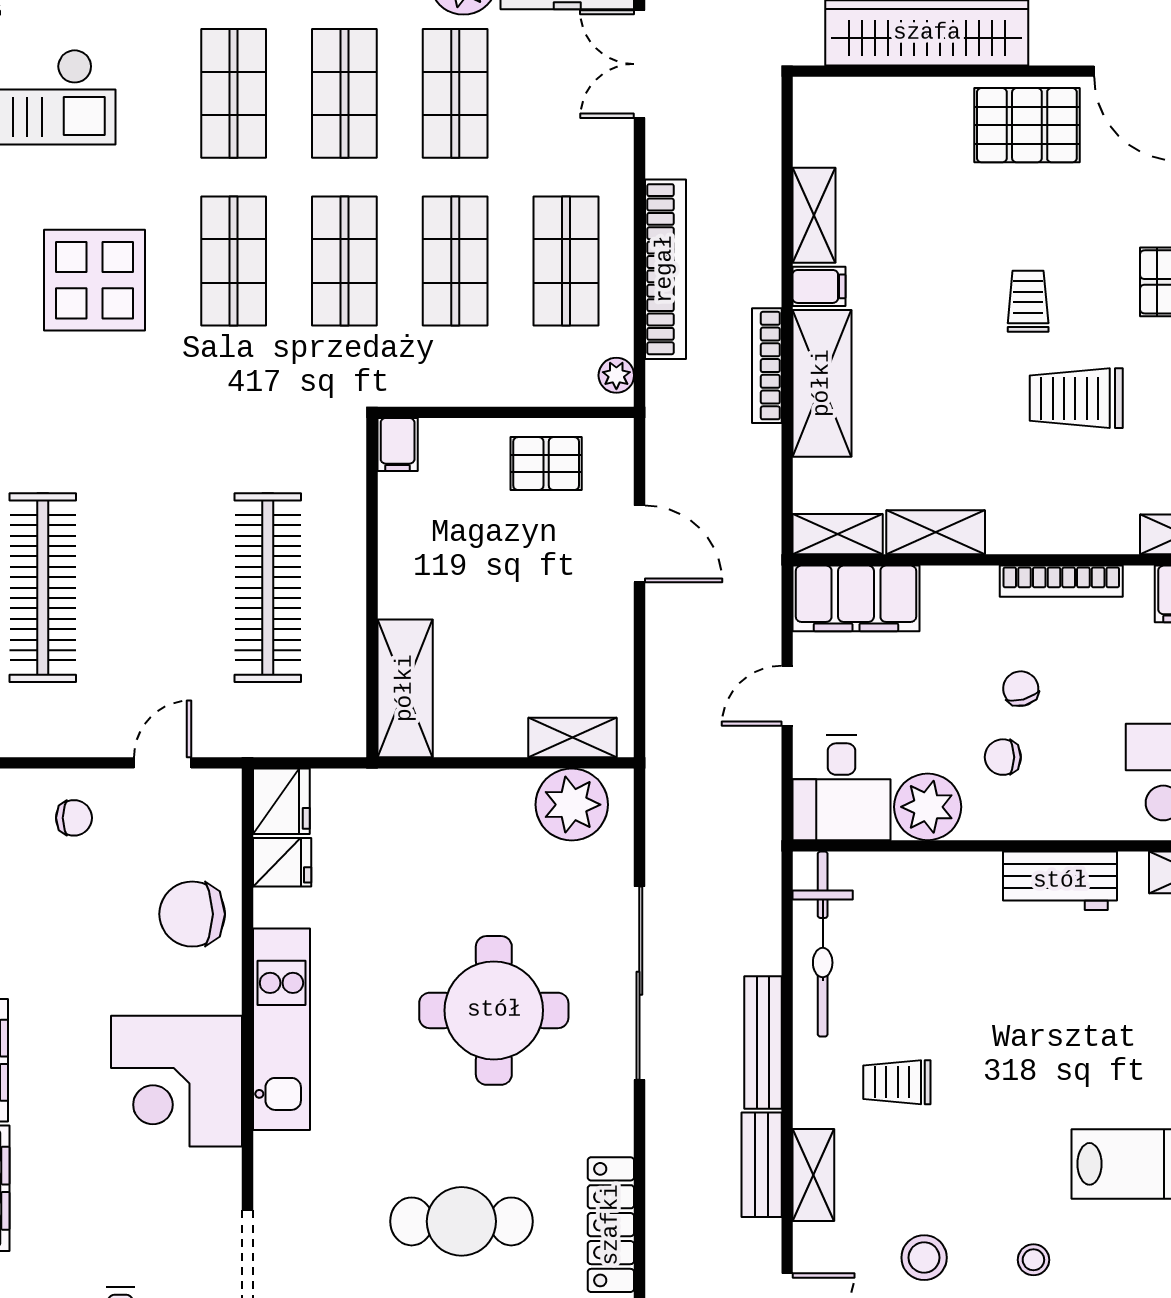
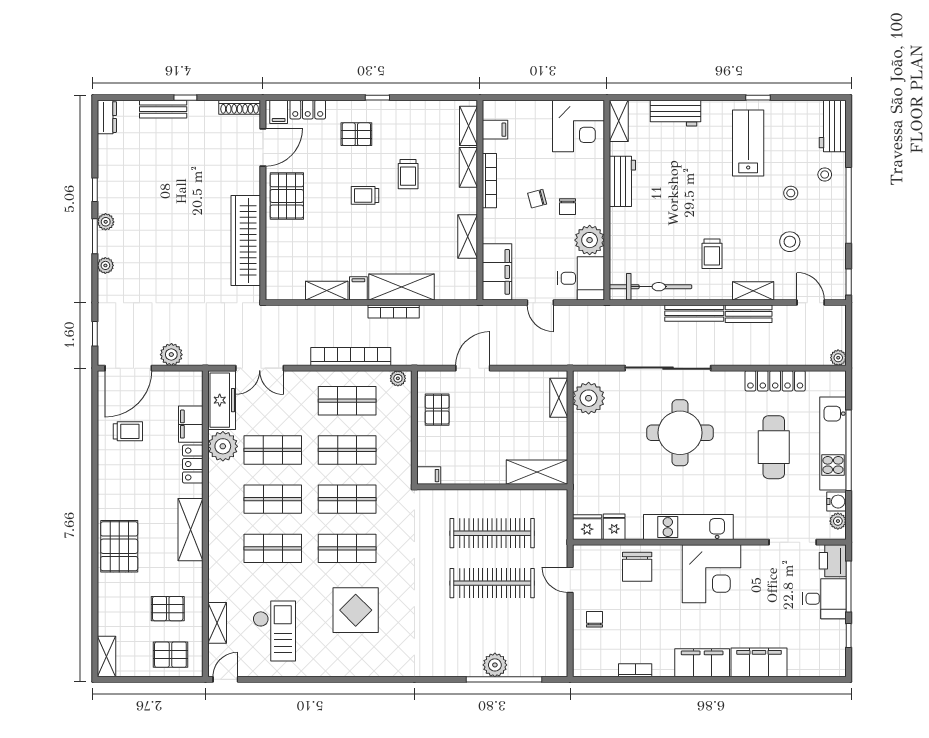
trolley: (1076, 398) -> (408, 174), width x0.73, depth x0.72
shelving: (838, 534) -> (468, 167), moved
clothes rail: (43, 588) -> (492, 583), moved

